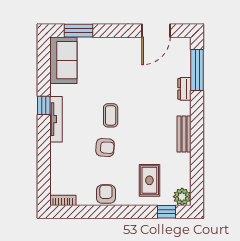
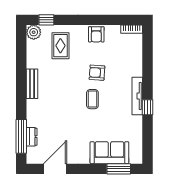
sofa: (63, 60) -> (109, 153), moved, turned 90
dresser: (184, 89) -> (32, 137), moved

